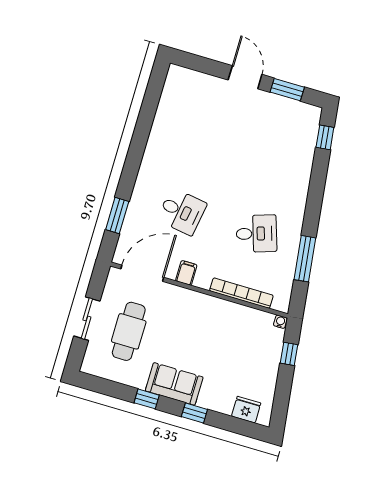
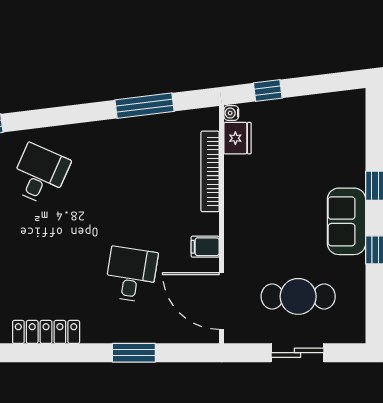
locker: (158, 135) -> (46, 332), added
window: (117, 216) -> (134, 353), moved
desk: (256, 234) -> (40, 174), moved, turned 42
fridge: (246, 410) -> (237, 138), moved, turned 180

